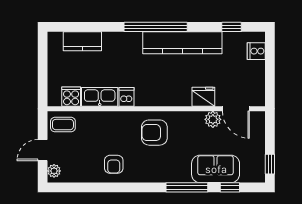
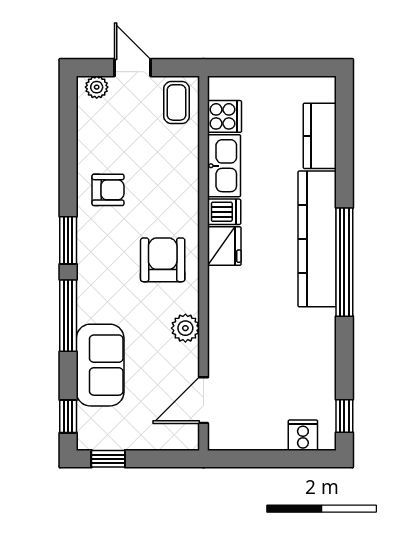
window: (232, 27) -> (344, 416), moved
kitchen counter: (182, 43) -> (317, 239), moved
fridge: (203, 97) -> (224, 246), moved
plant: (213, 119) -> (185, 328), moved
armchair: (114, 164) -> (108, 190), turned 180
window: (143, 187) -> (68, 240), added
window: (230, 187) -> (68, 416), moved

